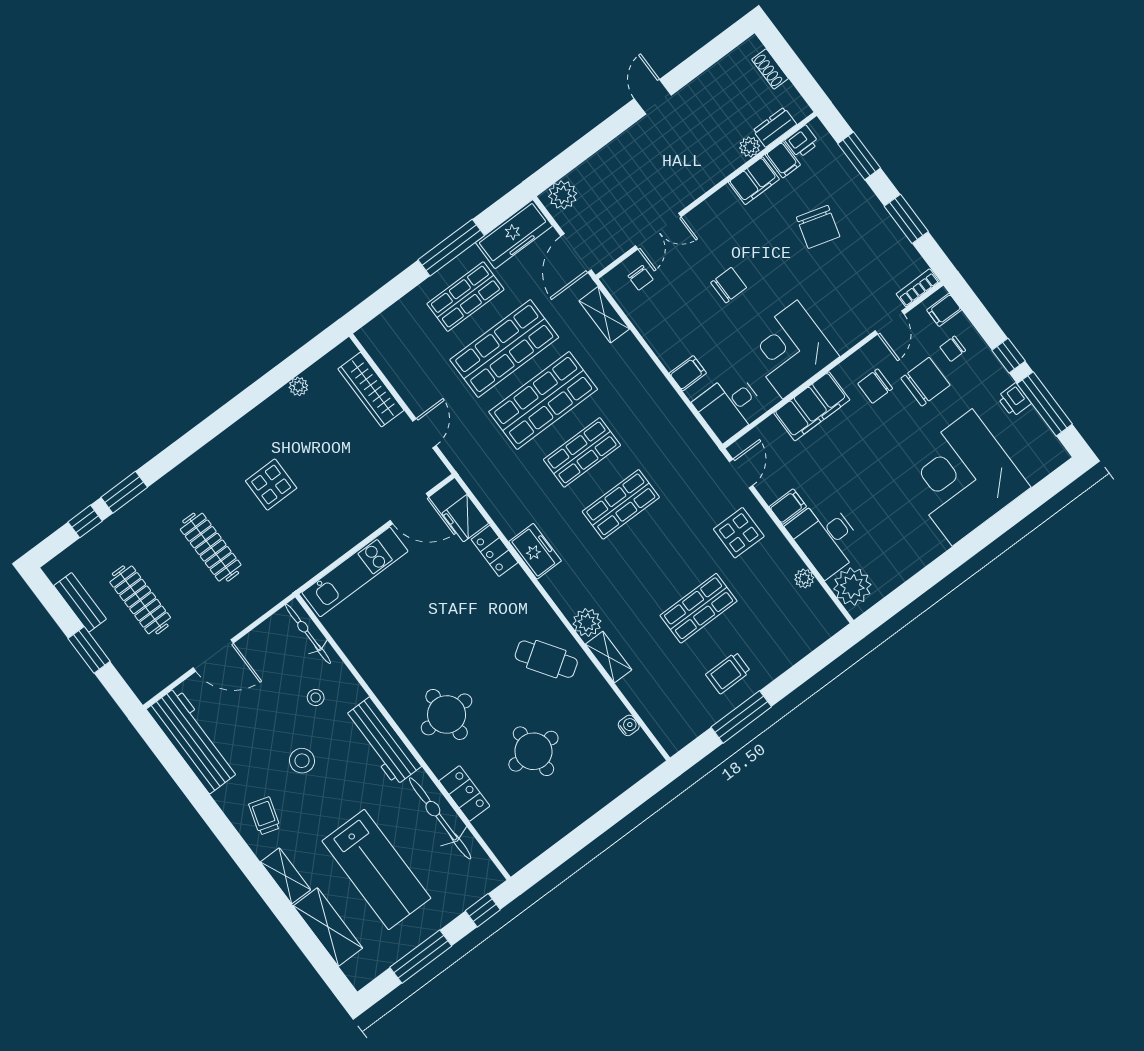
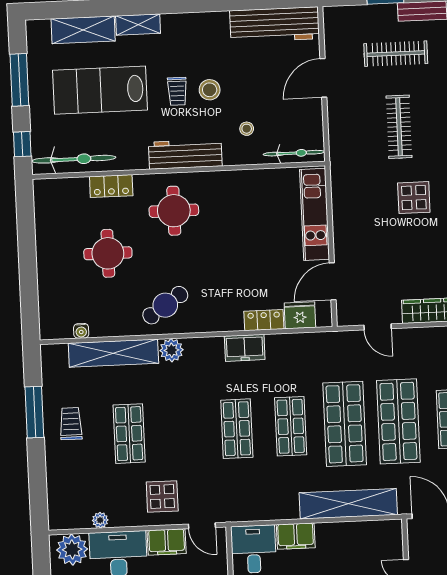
chair: (641, 278) -> (383, 548), removed
shelving: (604, 315) -> (348, 504), width x2.20, depth x1.33
filing cabinet: (688, 373) -> (296, 536), width x2.00
filing cabinet: (788, 507) -> (167, 542), width x2.00
clothes rail: (211, 547) -> (399, 127), turned 90
shelving: (609, 657) -> (113, 353), width x2.20, depth x1.33
trolley: (264, 816) -> (177, 91), moved, turned 73
bicycle: (440, 818) -> (74, 159), moved

